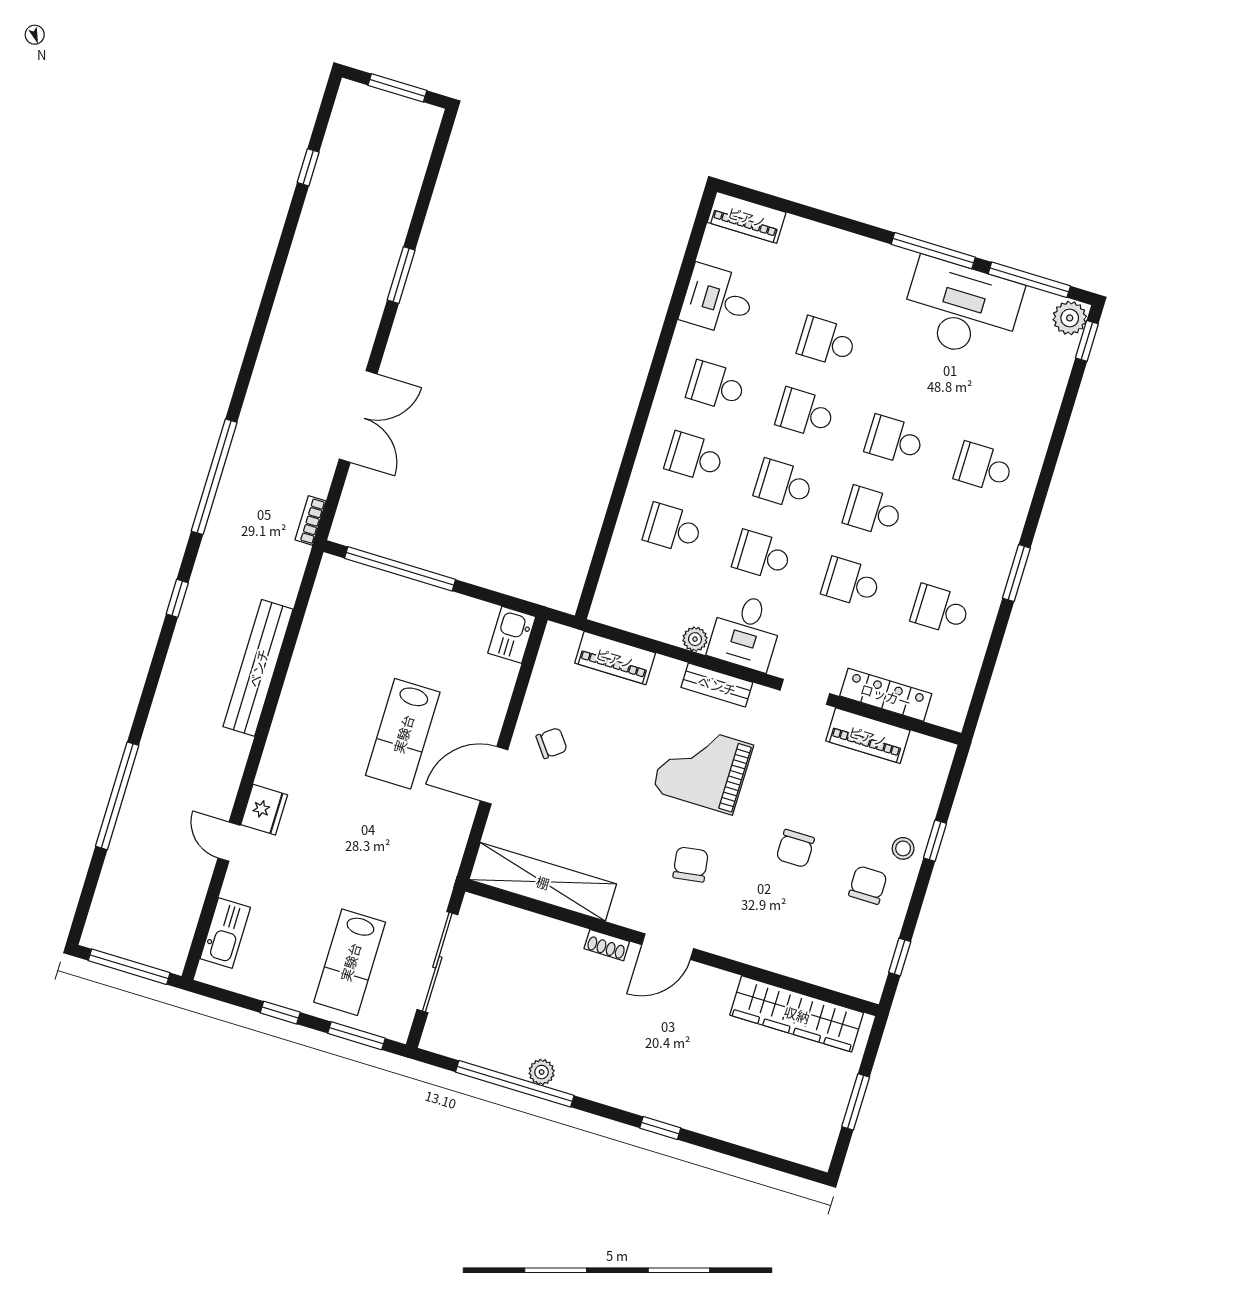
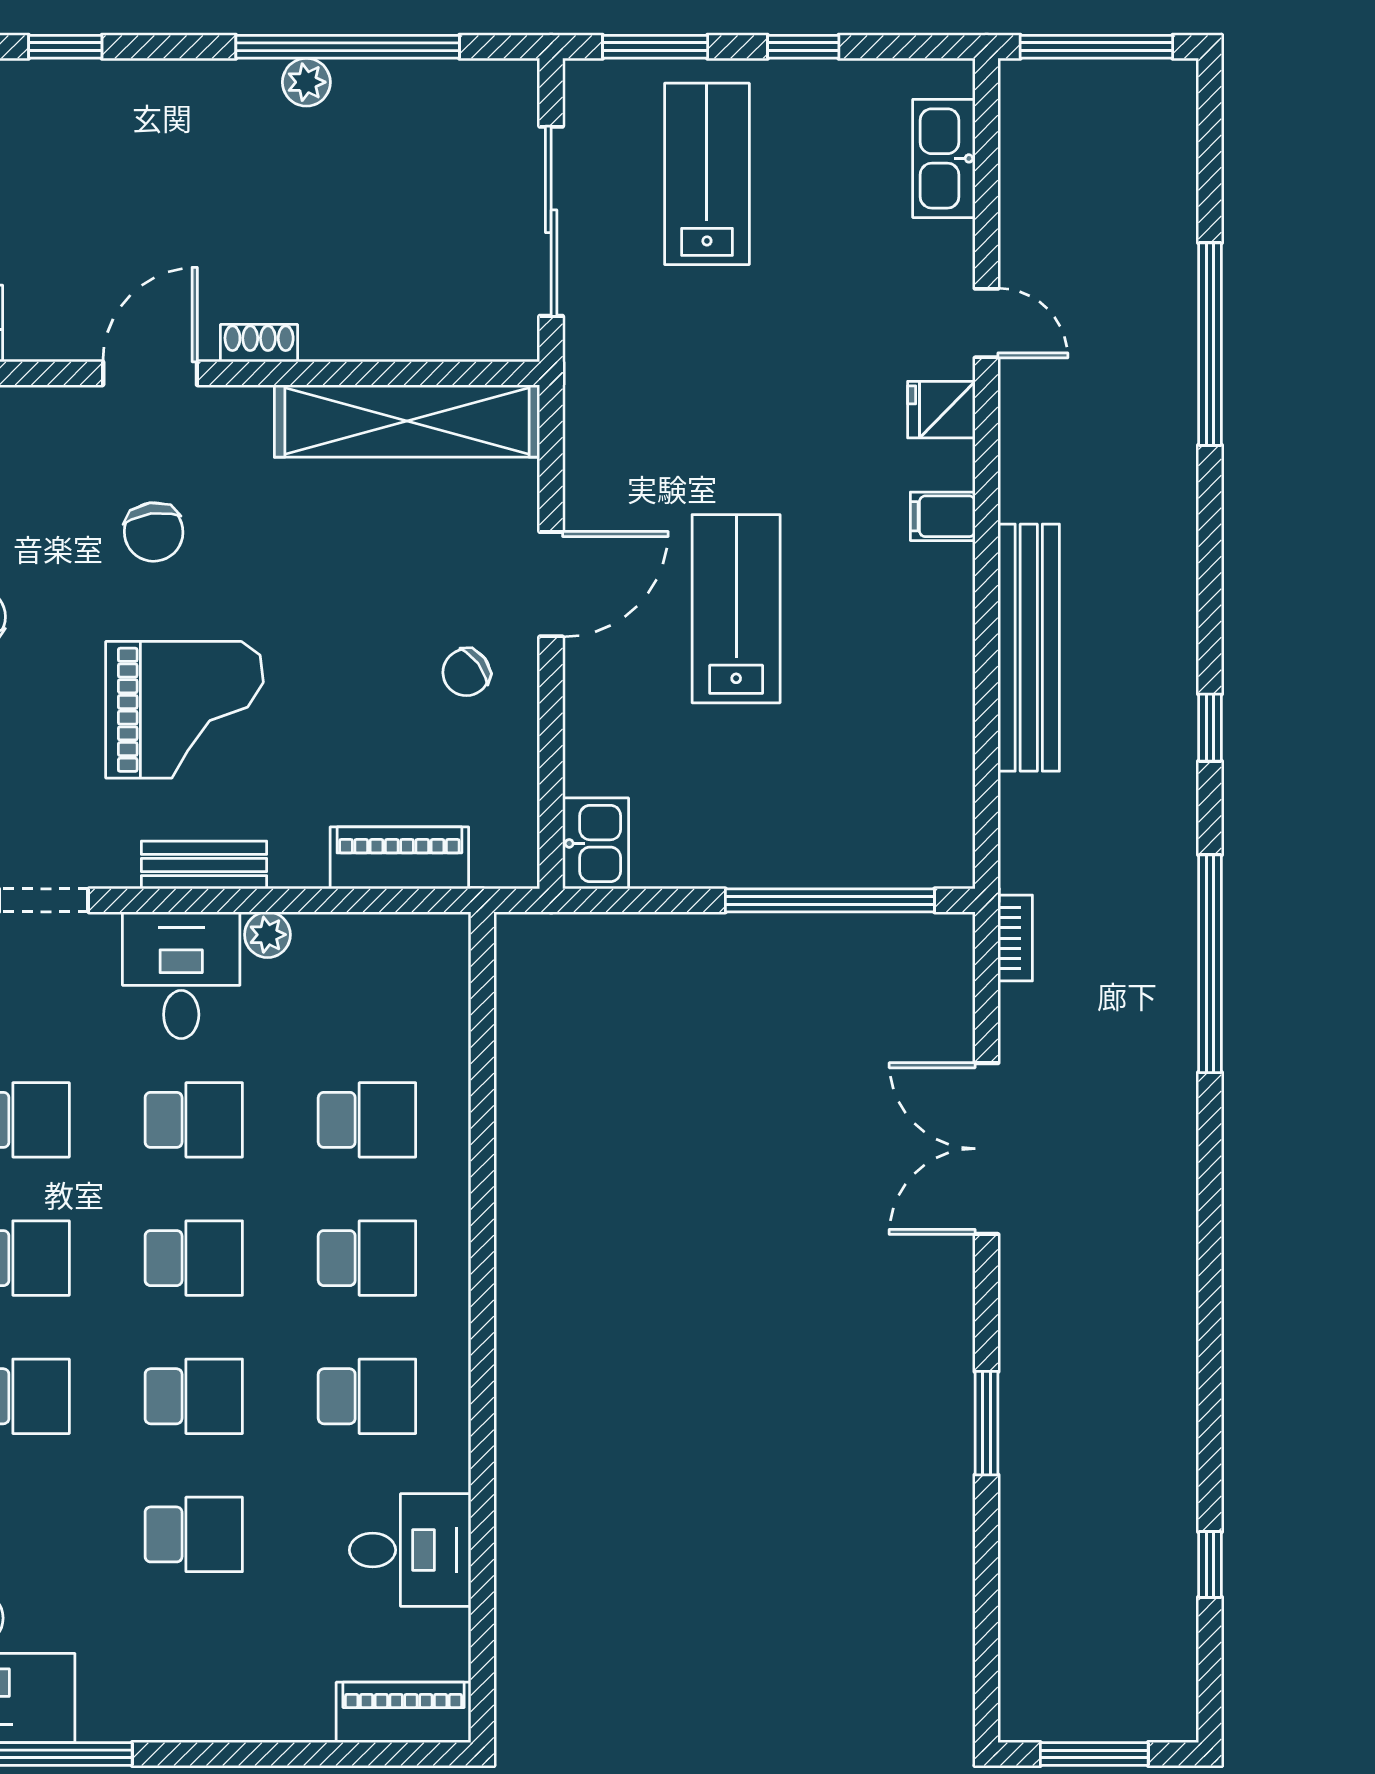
filing cabinet: (282, 749) -> (943, 516), added
fridge: (264, 810) -> (941, 410), width x0.72

